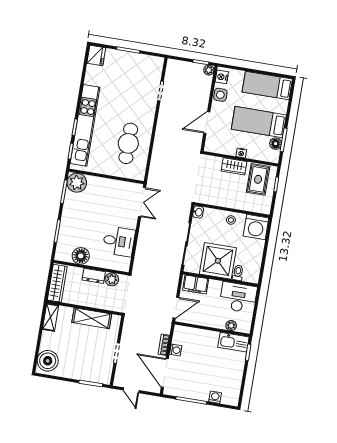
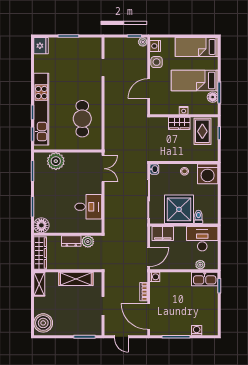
plant: (77, 183) -> (56, 161), moved
floor lamp: (81, 256) -> (41, 225), moved
washing machine: (176, 350) -> (155, 277), moved

